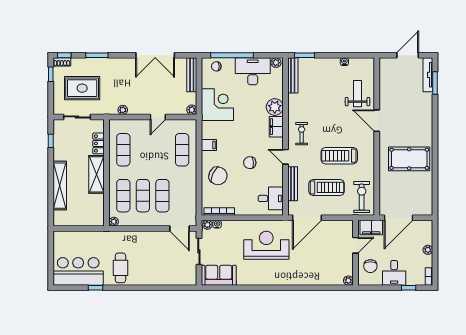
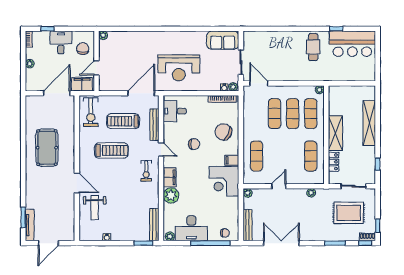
corner desk: (217, 105) -> (224, 181), moved
pool table: (409, 159) -> (47, 148), turned 90

